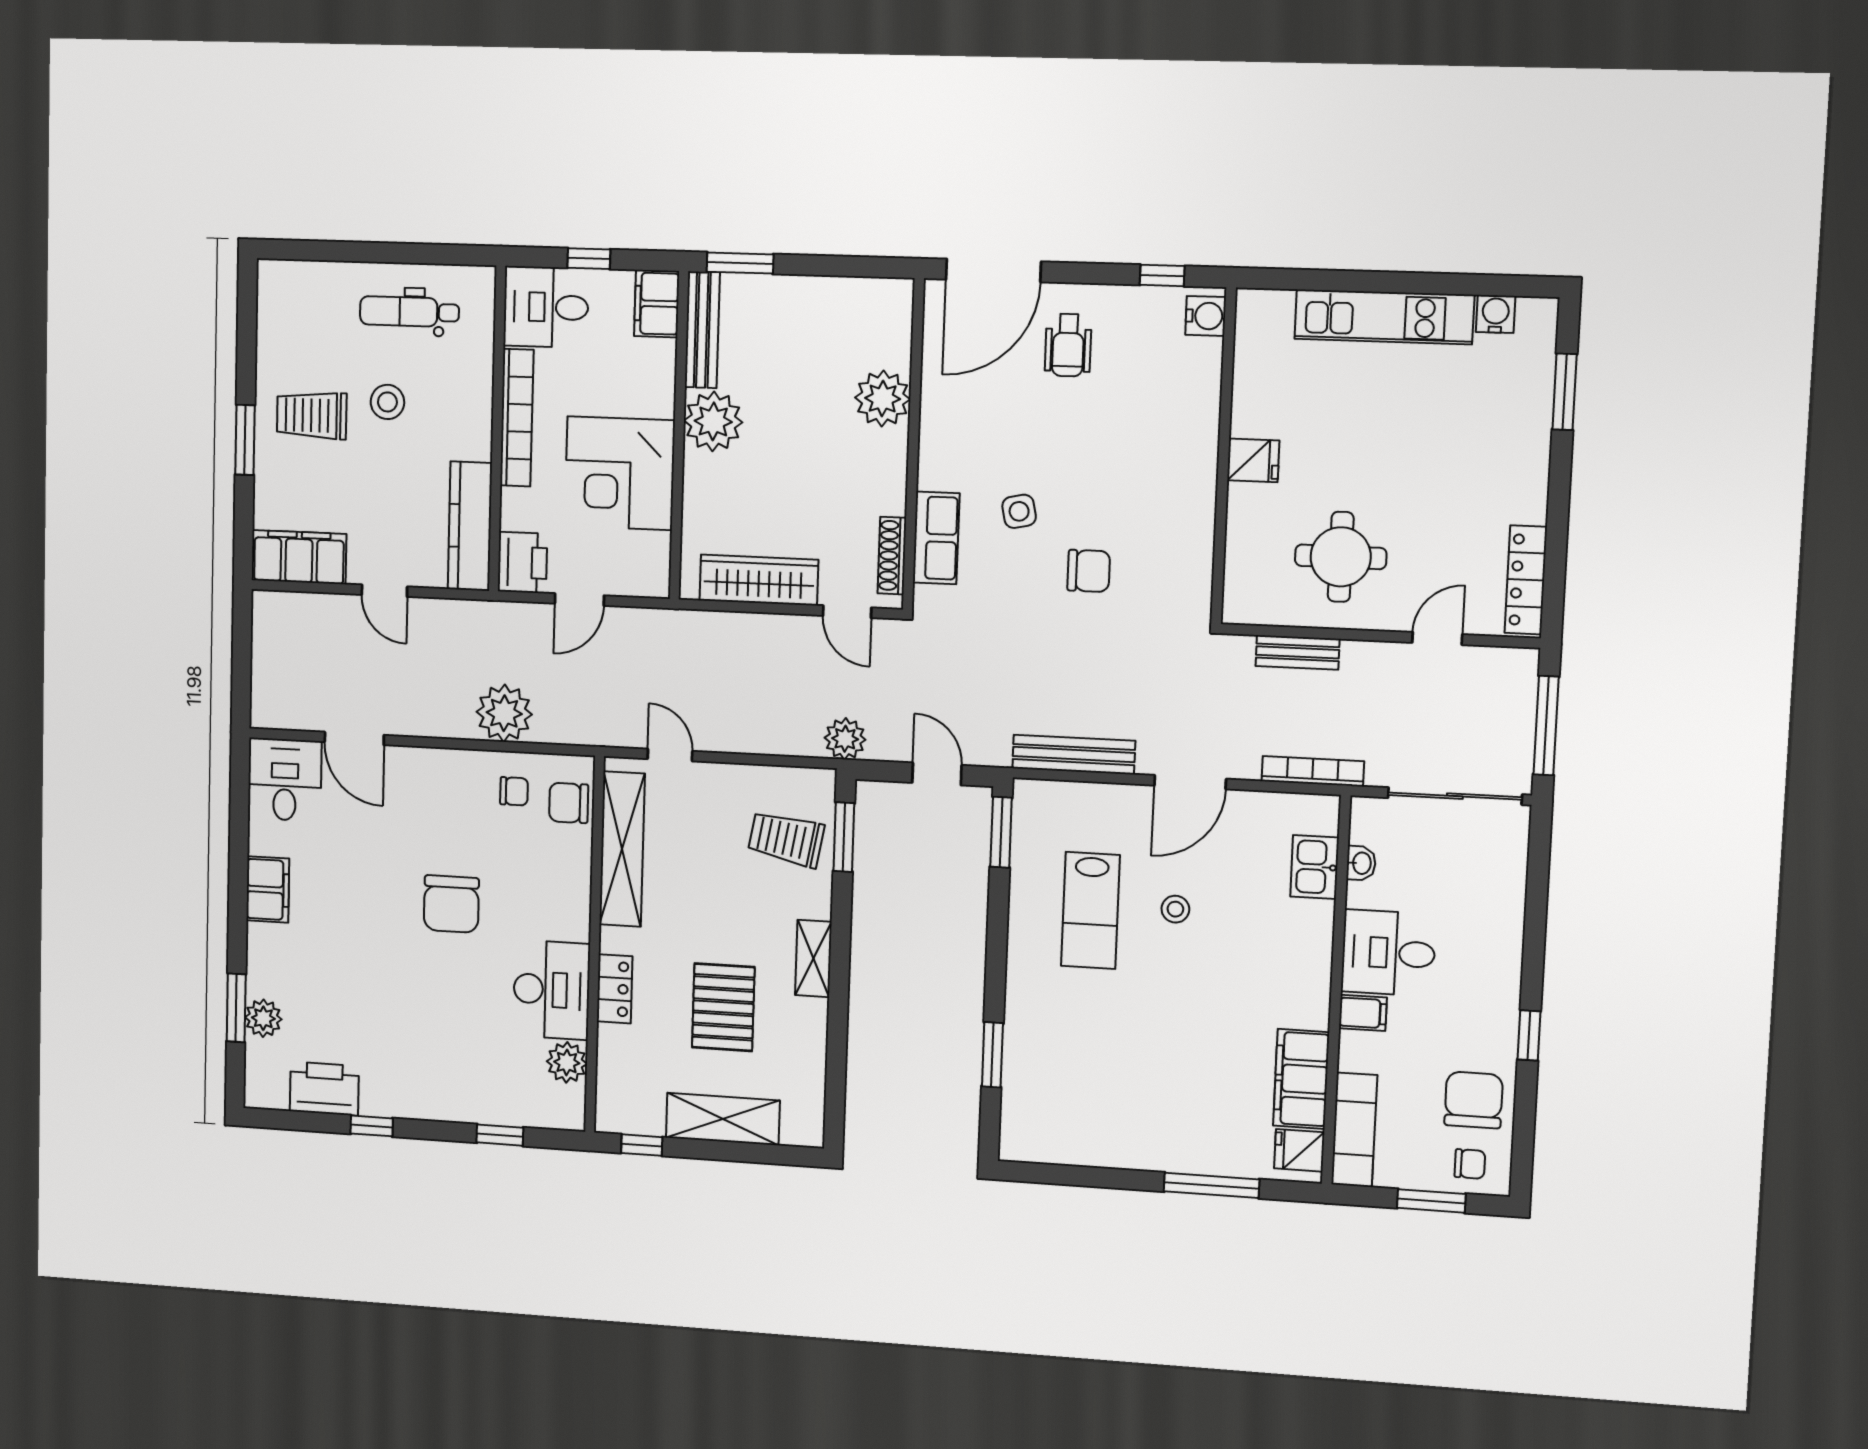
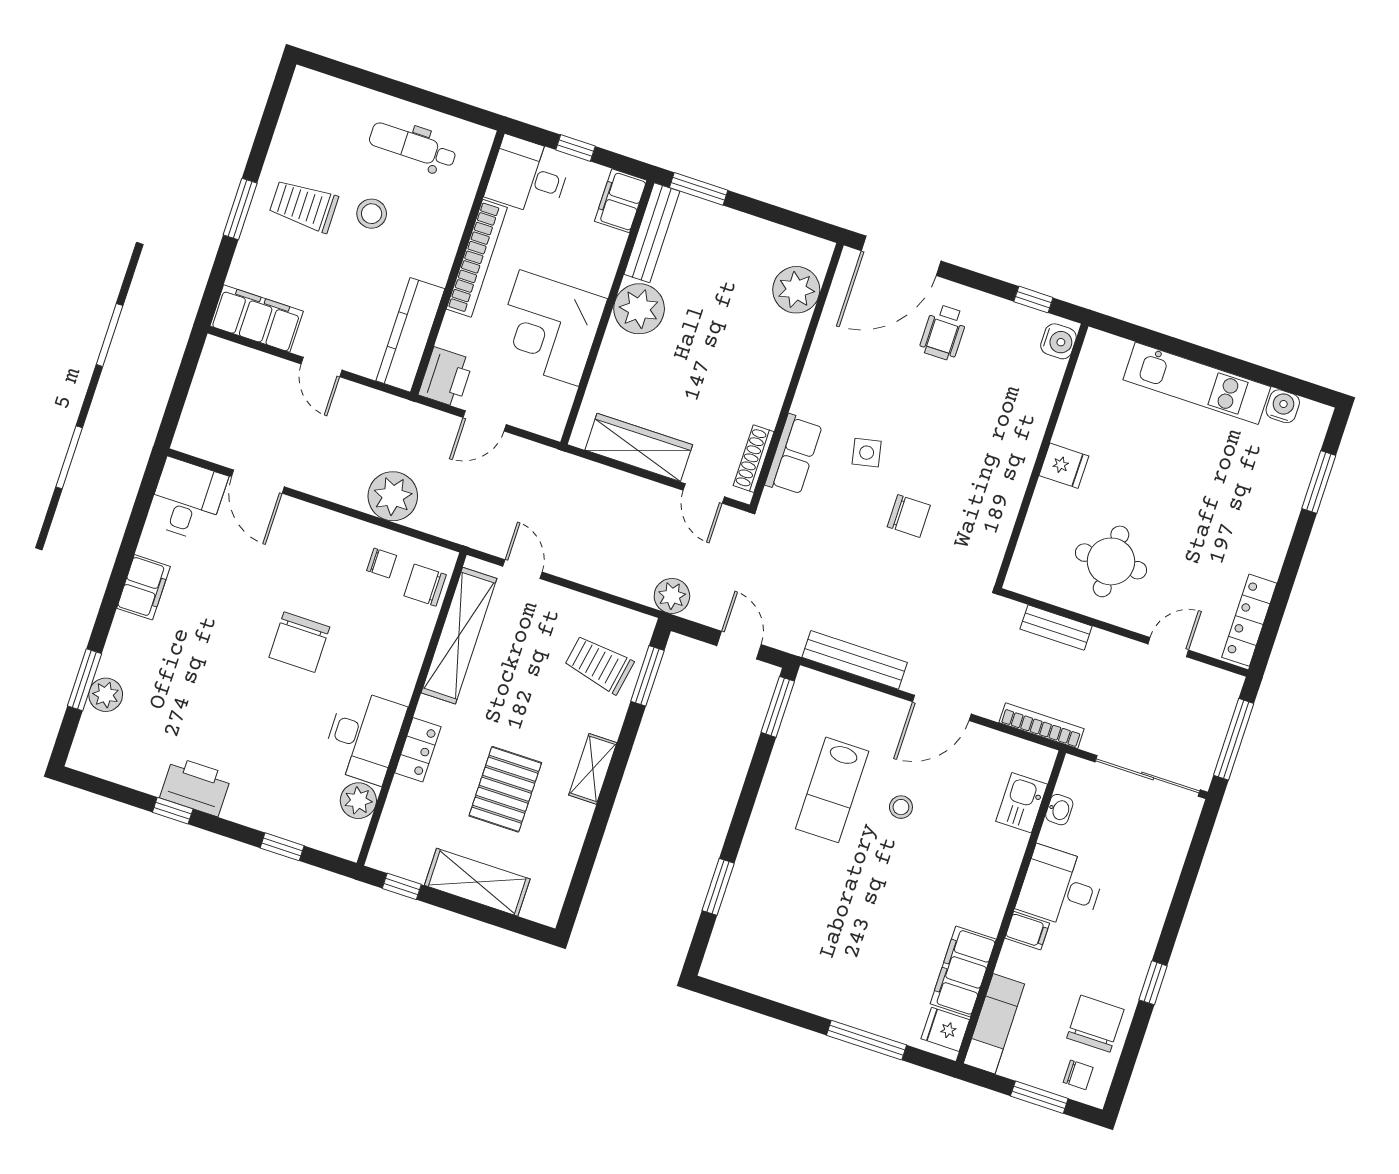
plant: (883, 398) -> (796, 290), moved
printer: (324, 1089) -> (196, 786), moved

